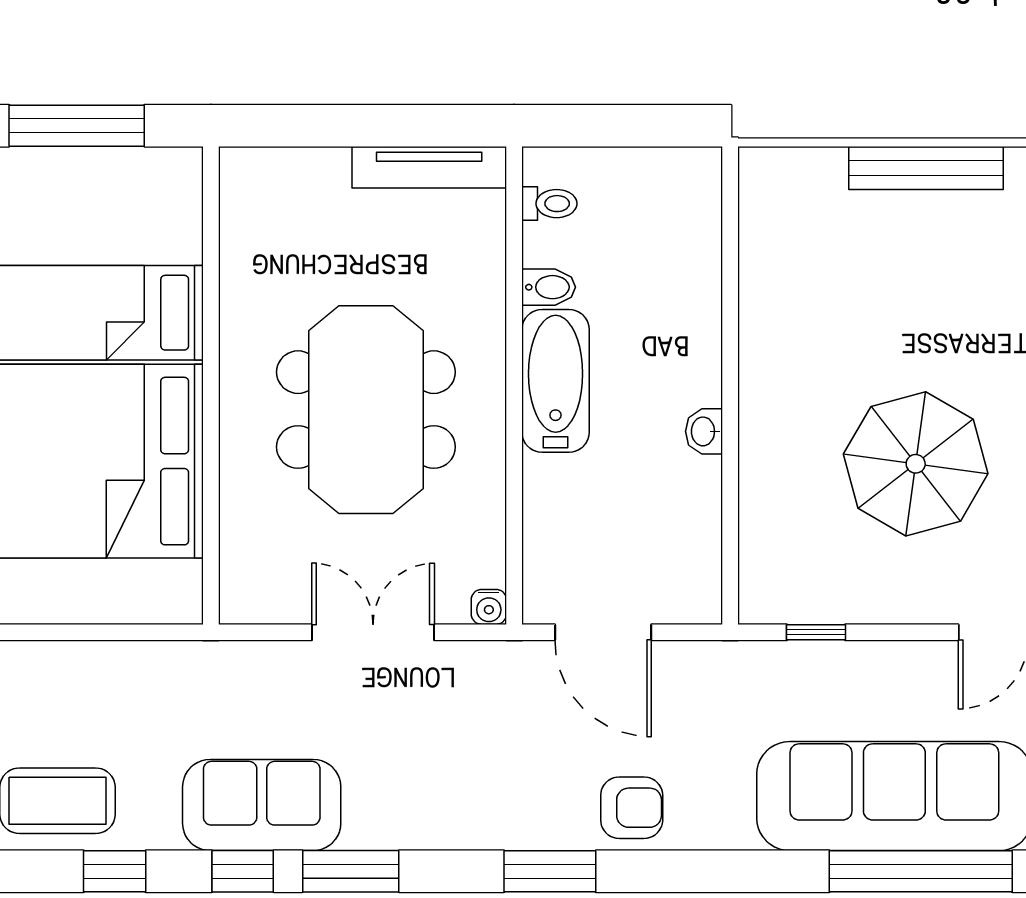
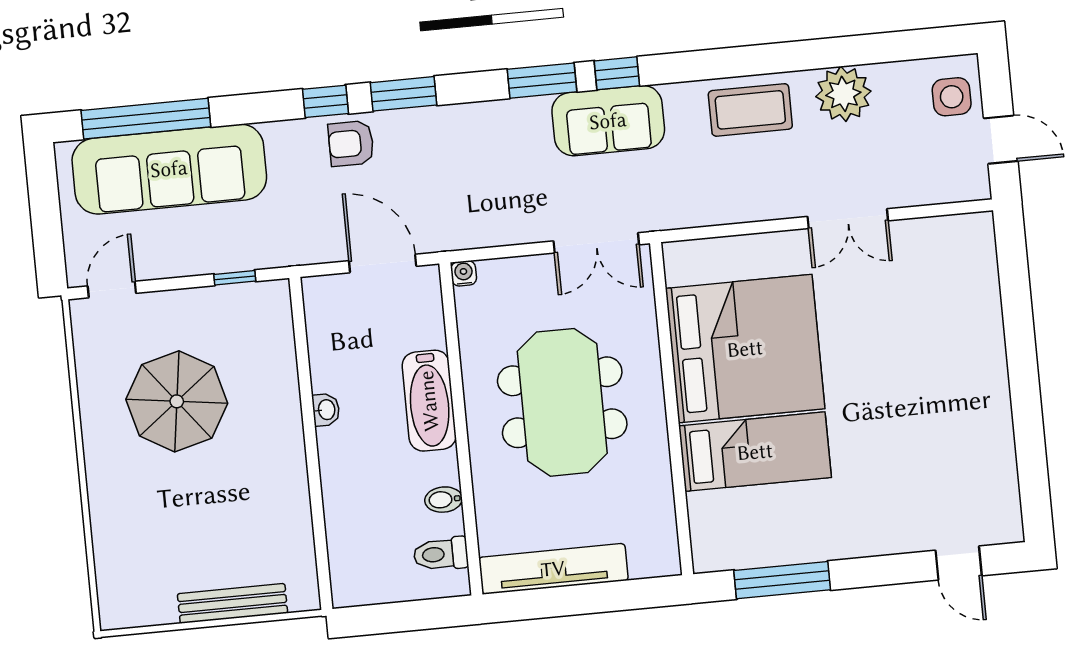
tv unit: (429, 167) -> (553, 569), width x1.36, depth x1.29
bench: (926, 168) -> (233, 603), moved
toilet: (549, 204) -> (441, 554), width x1.37, depth x1.39
bathtub: (556, 381) -> (429, 401), moved
double door: (373, 632) -> (596, 243), moved
window: (115, 871) -> (325, 101), moved

